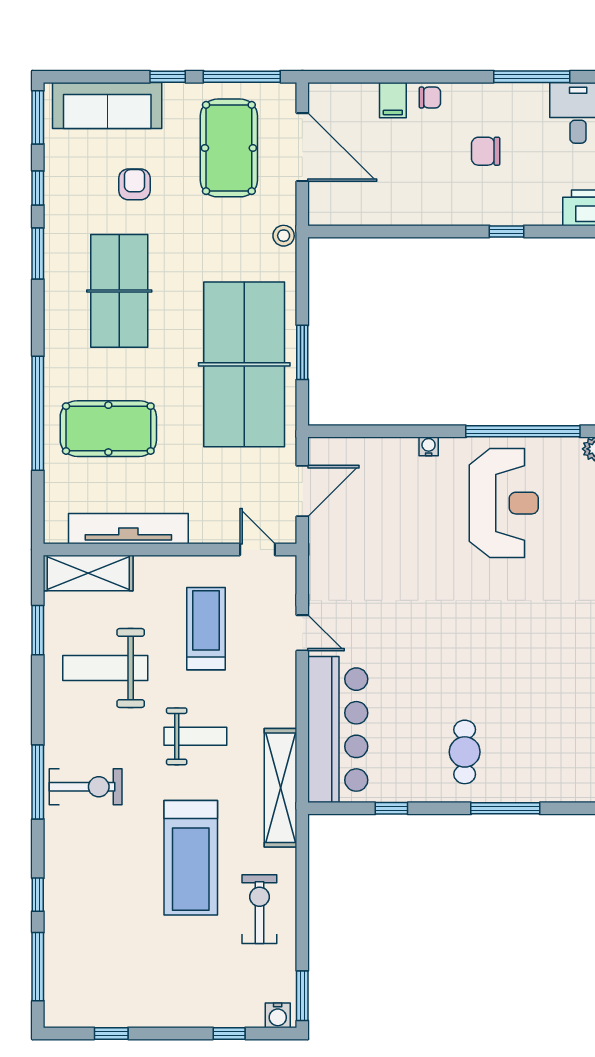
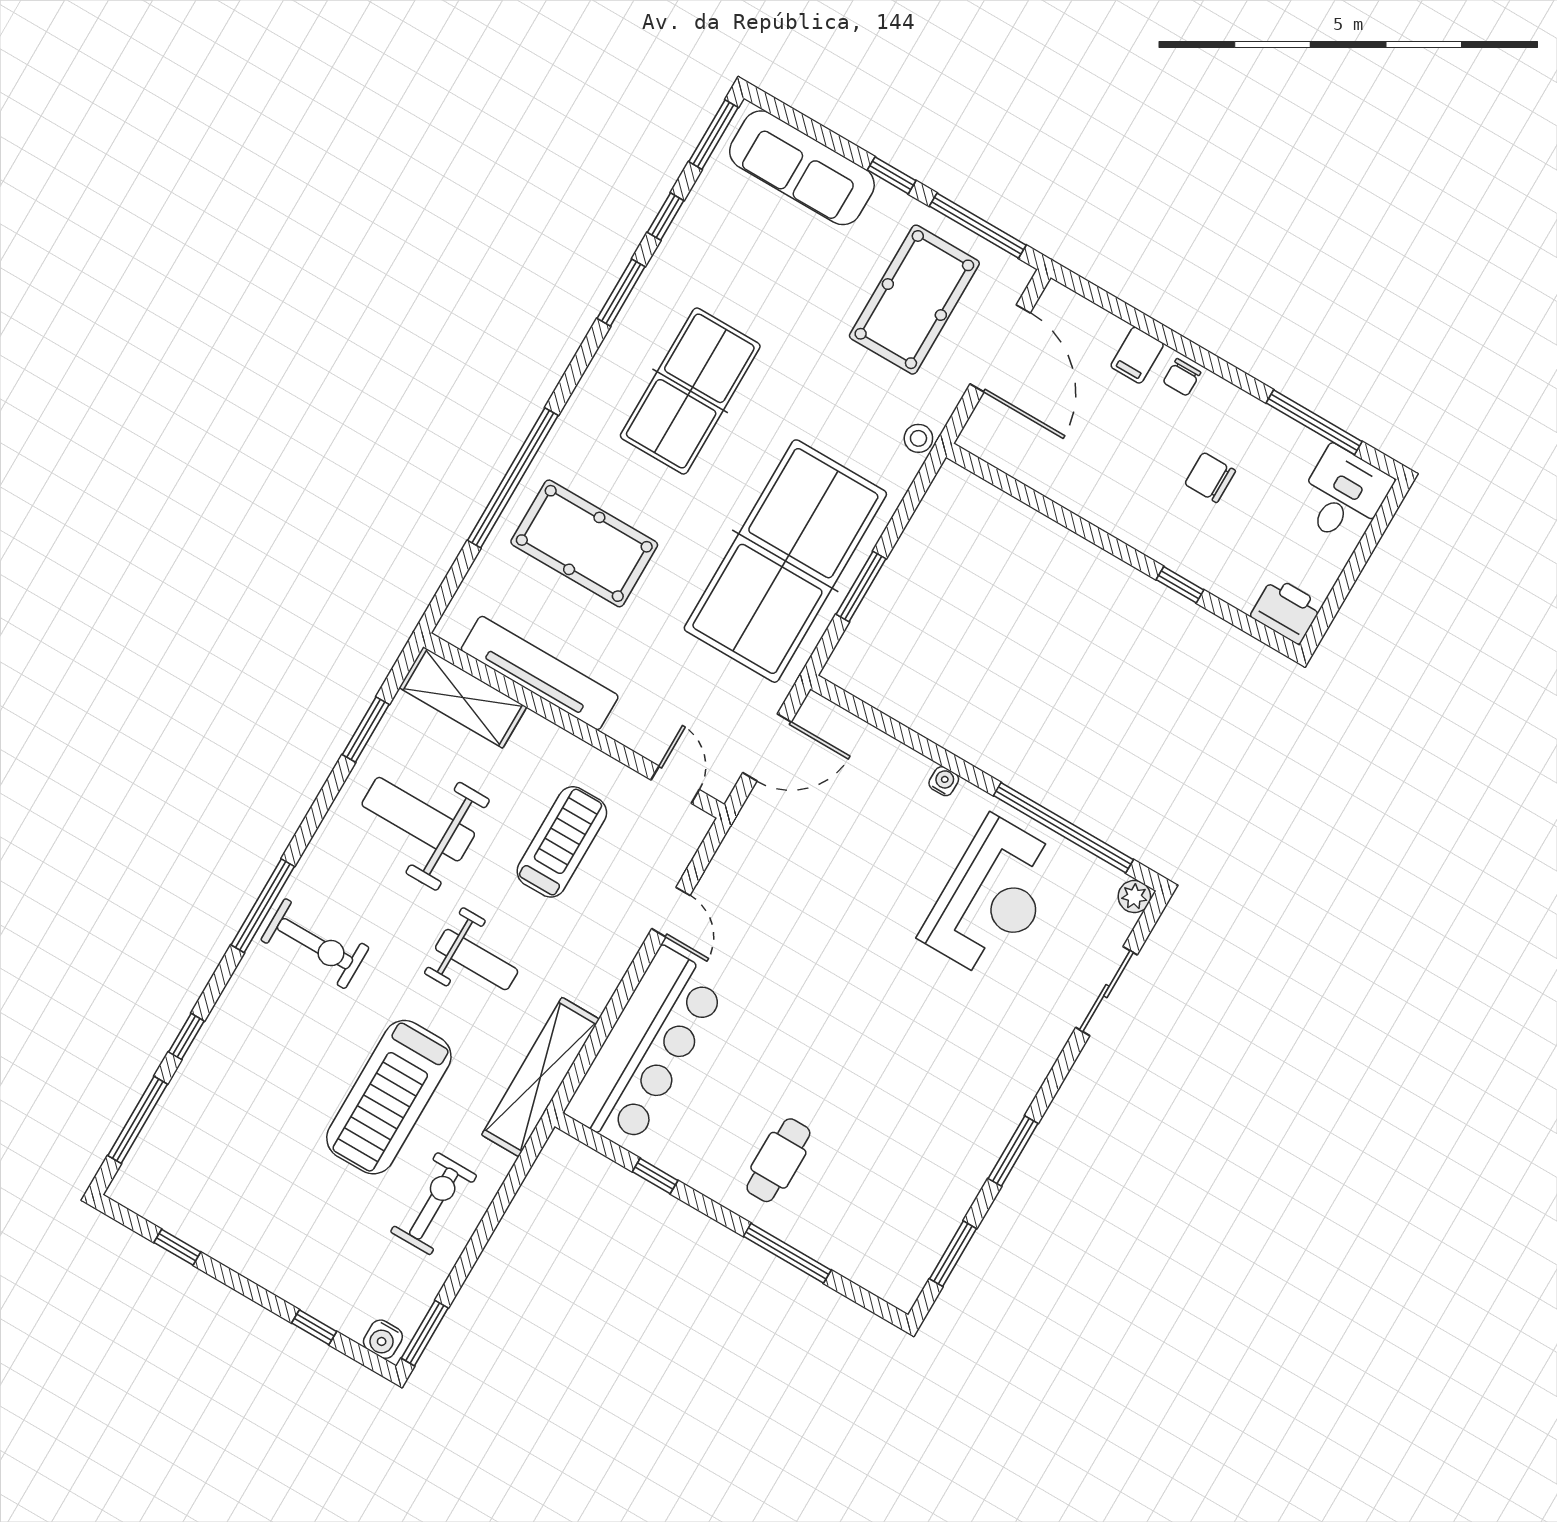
chair: (430, 98) -> (1182, 377), turned 90
armchair: (134, 184) -> (780, 278), removed

